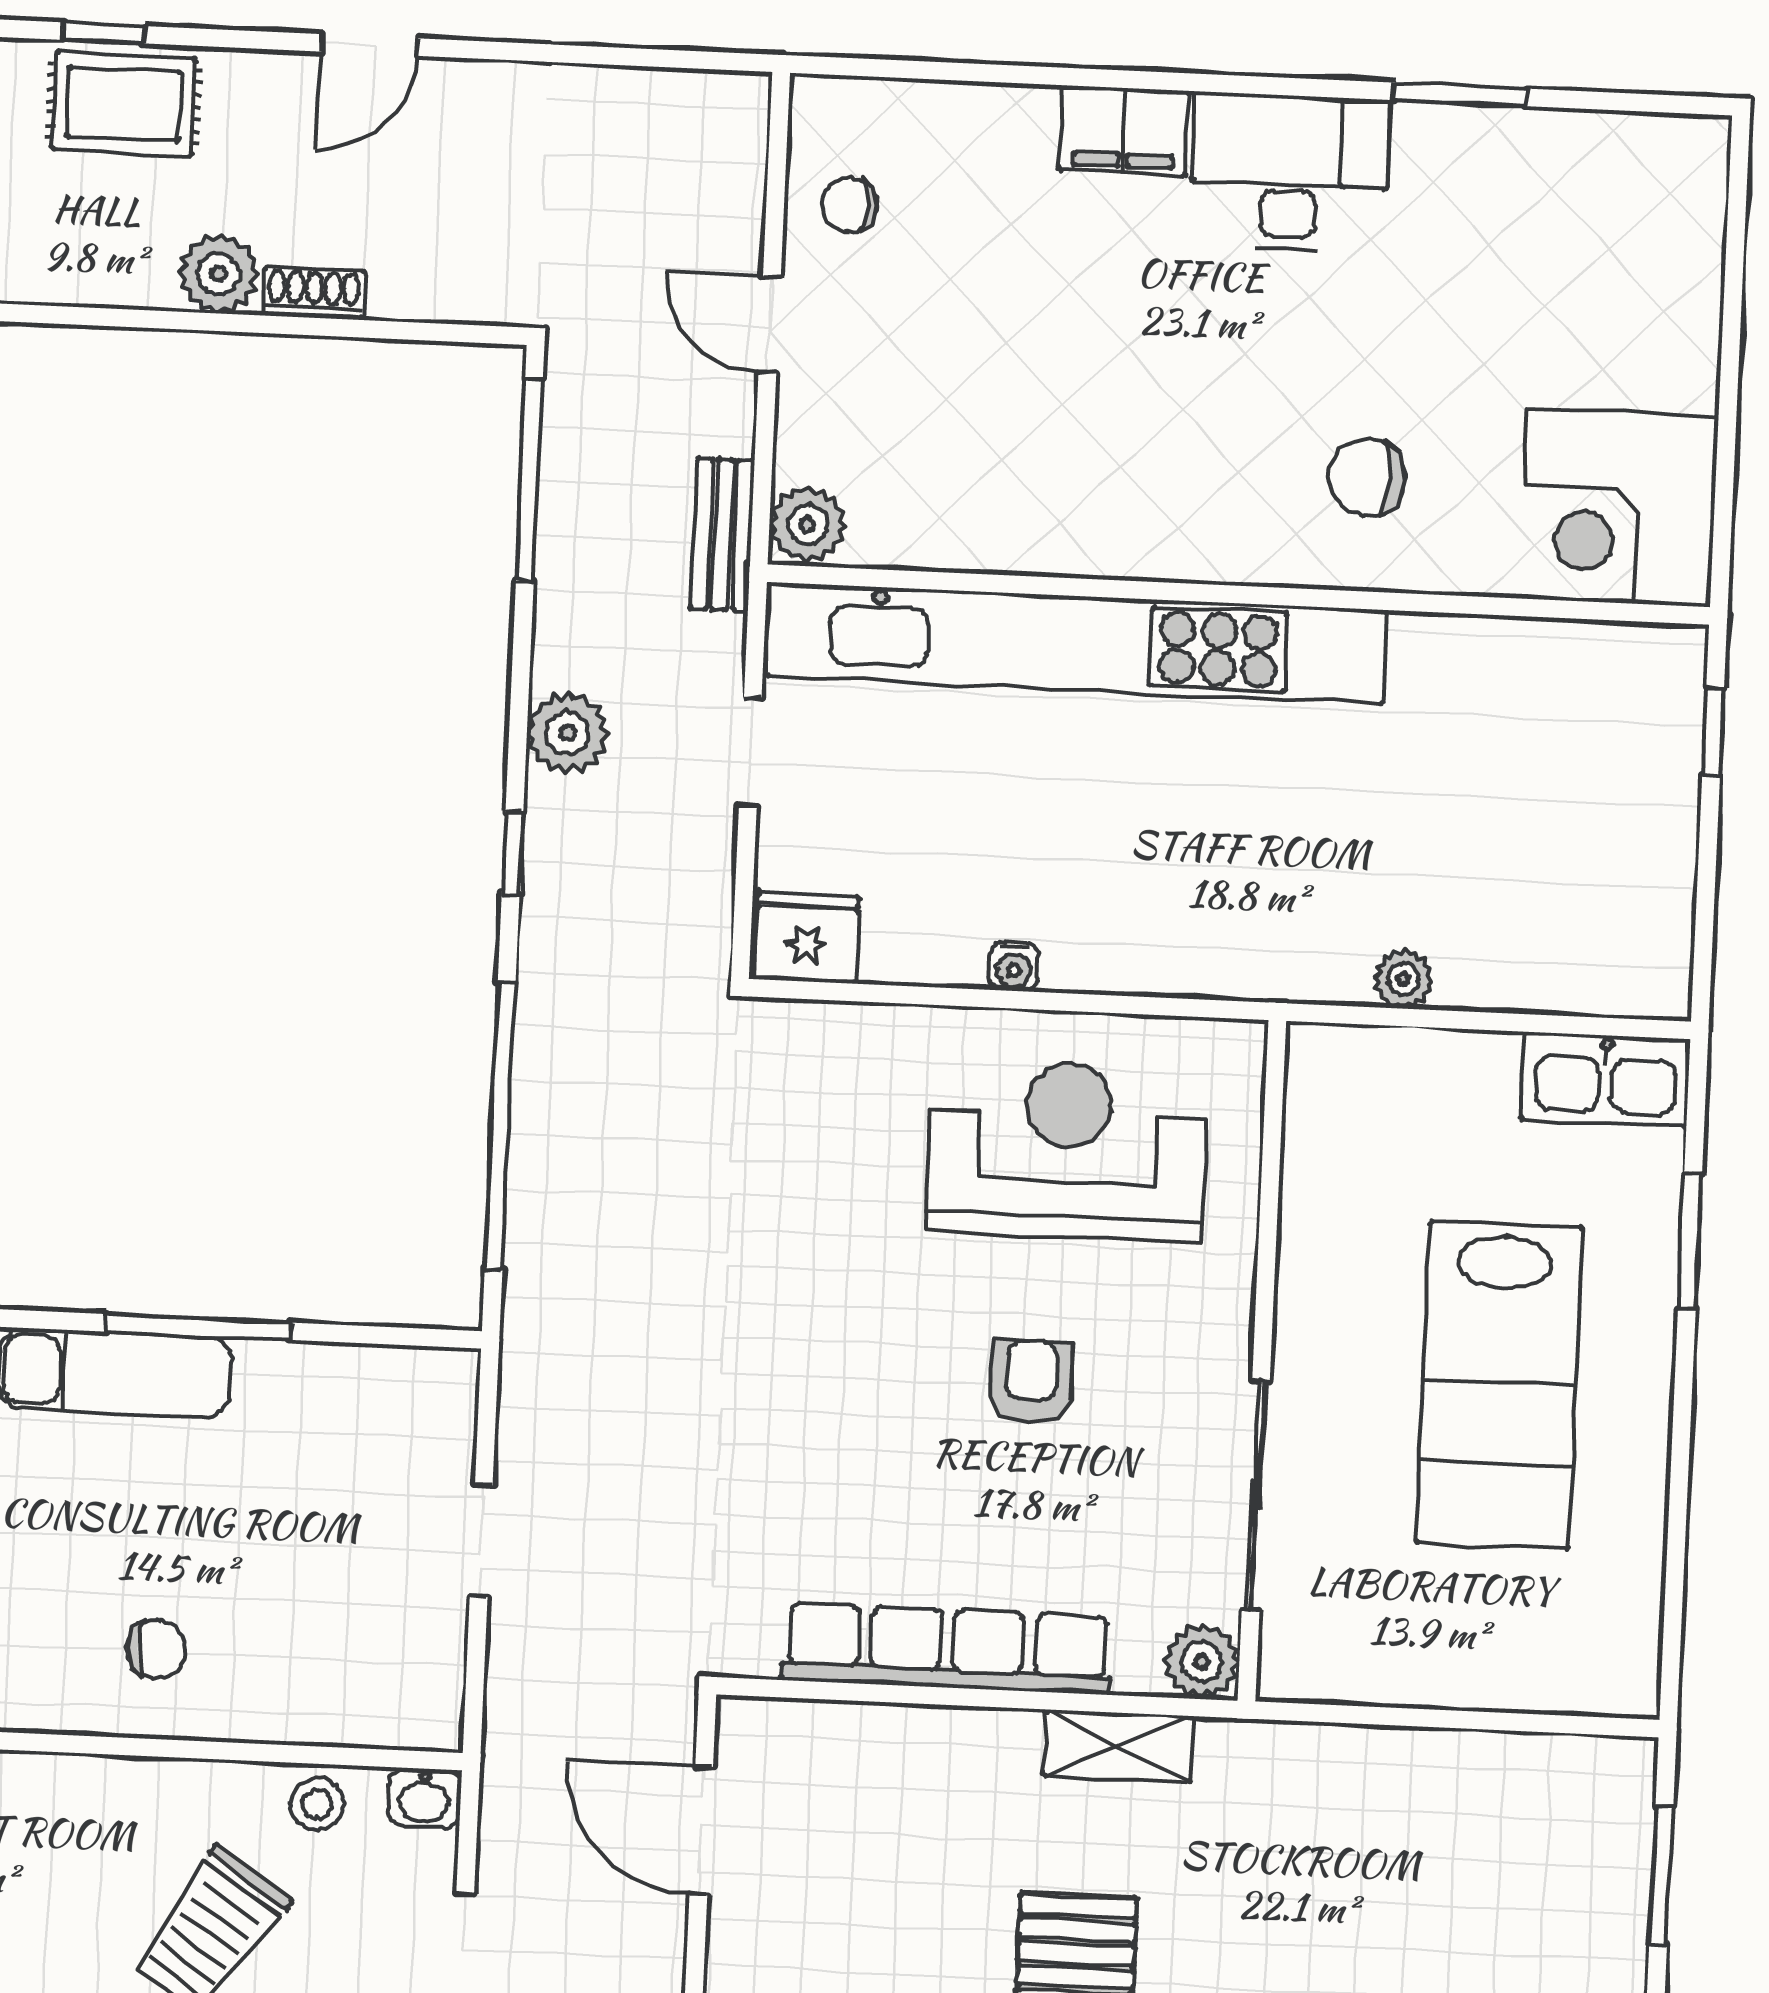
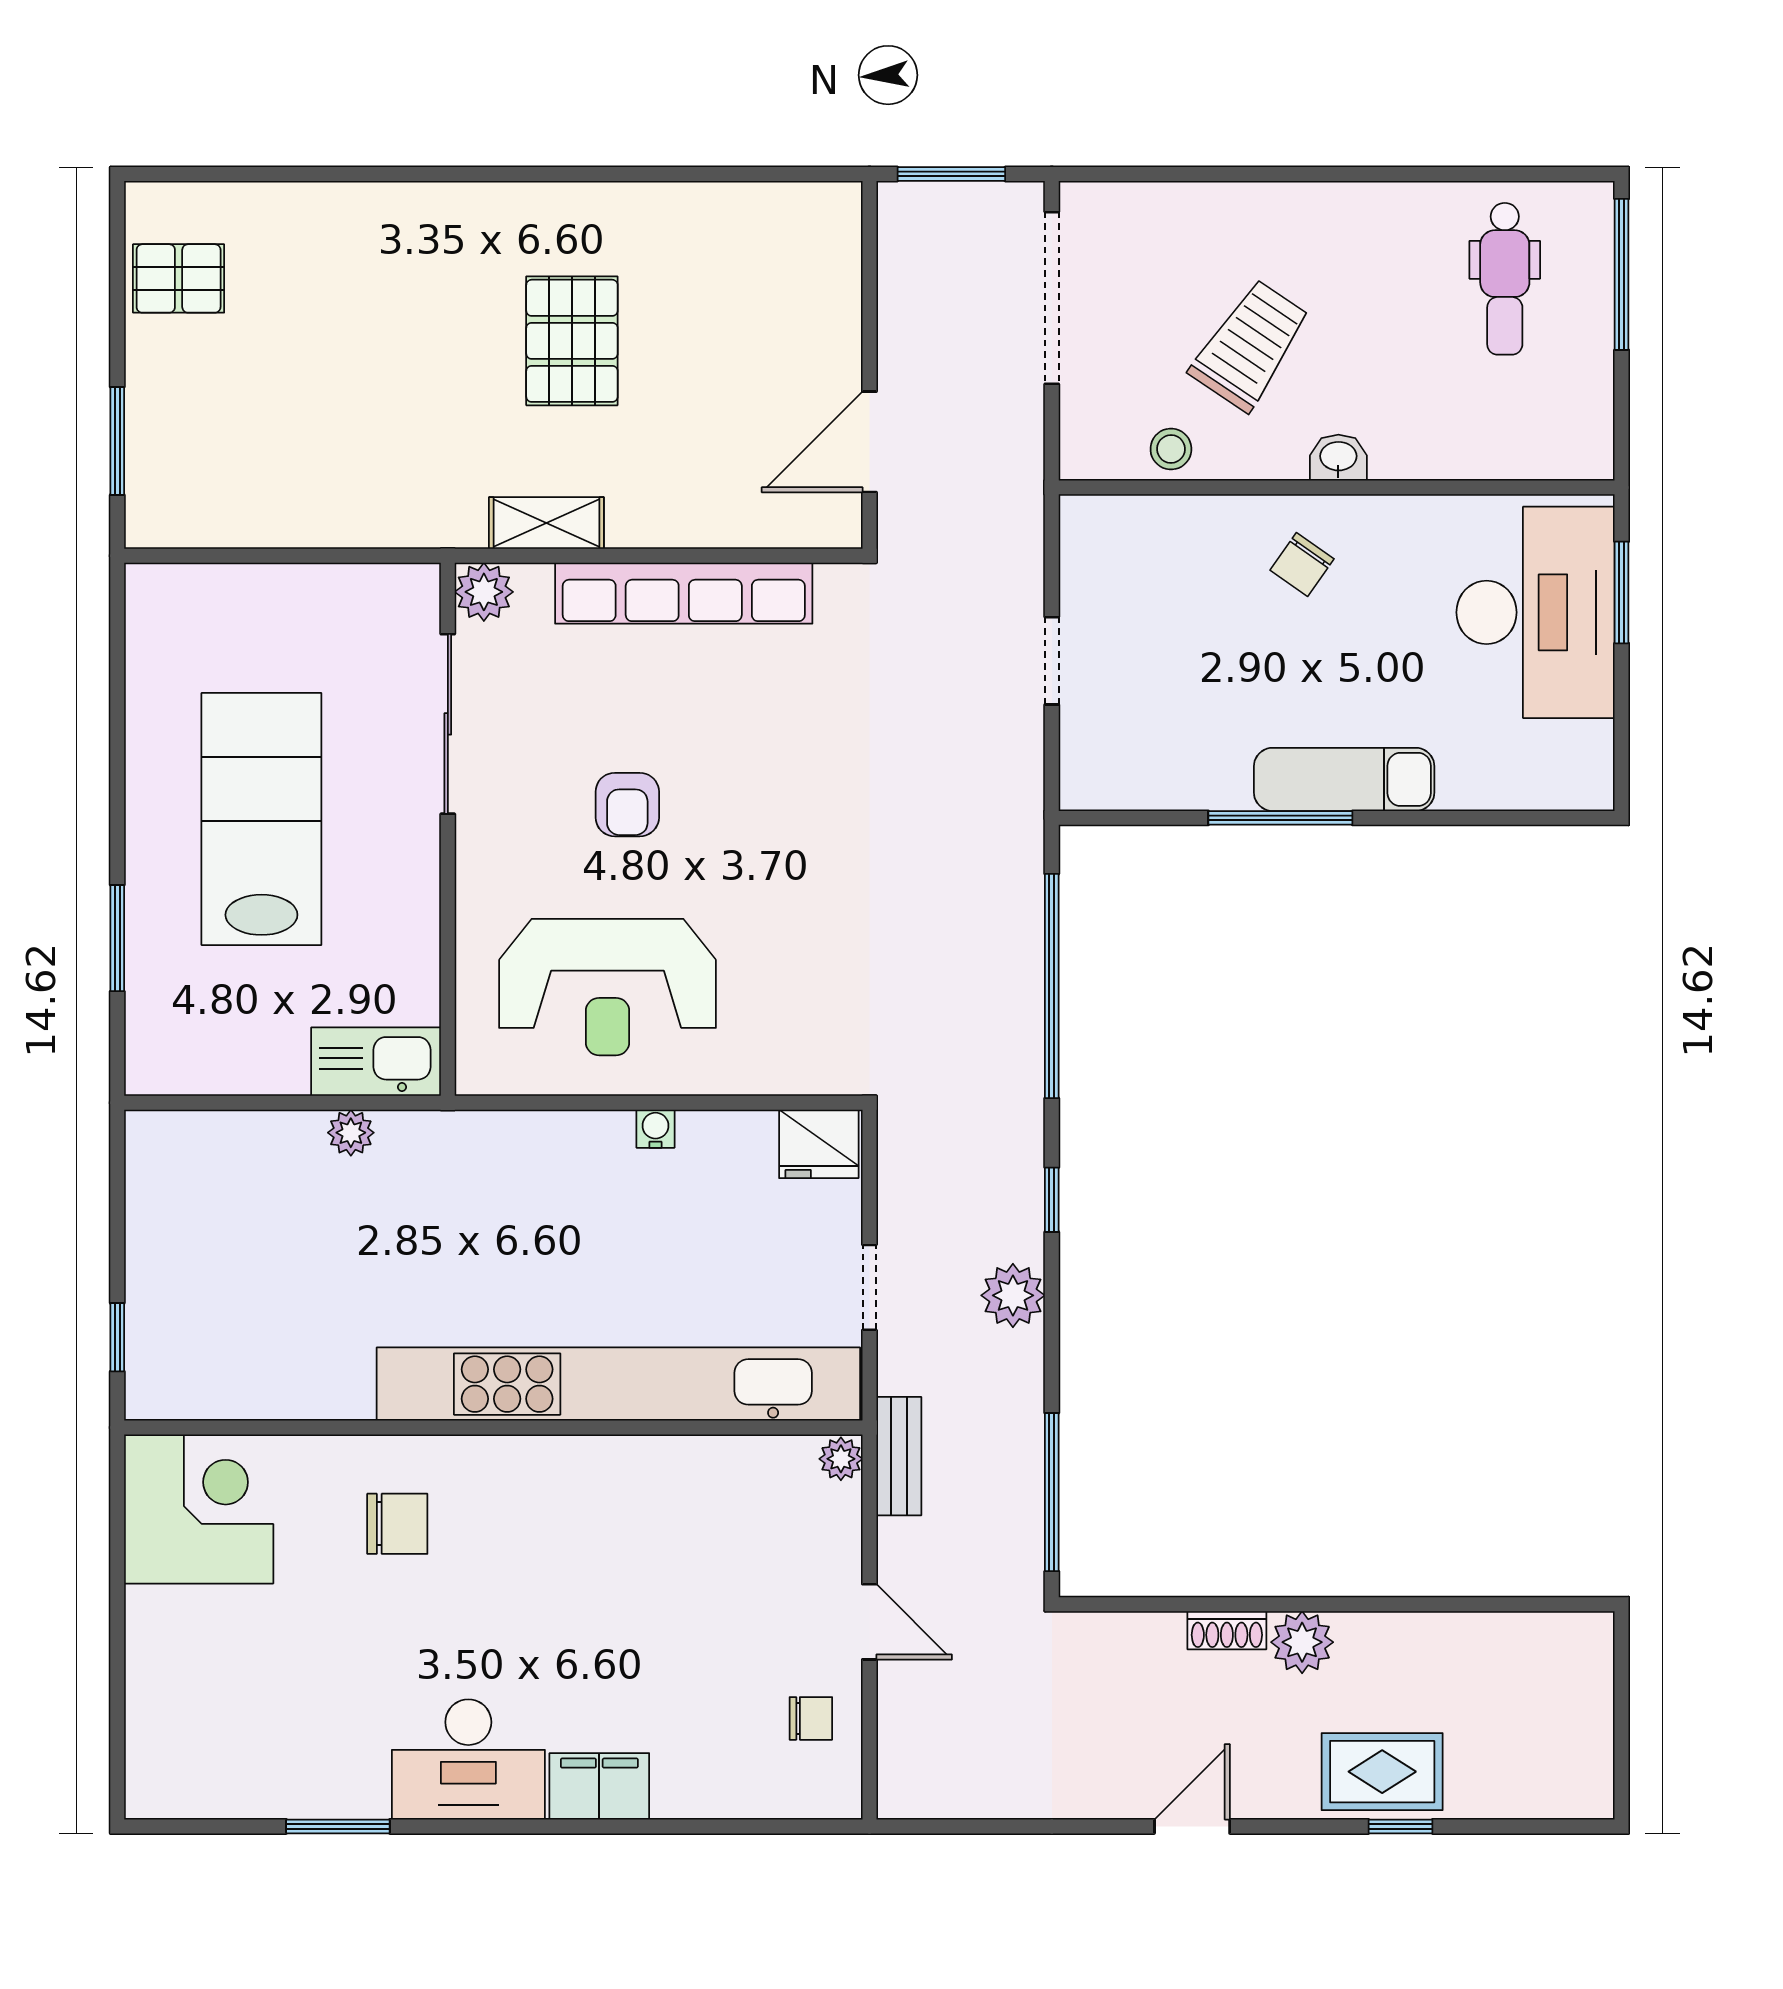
plant: (807, 525) -> (841, 1459), width x0.73, depth x0.73
kitchen sink: (1606, 1079) -> (376, 1062), moved
chair: (156, 1649) -> (1302, 565), turned -55
washbasin: (424, 1798) -> (1338, 458), moved
door: (701, 1831) -> (869, 442), swing flipped

